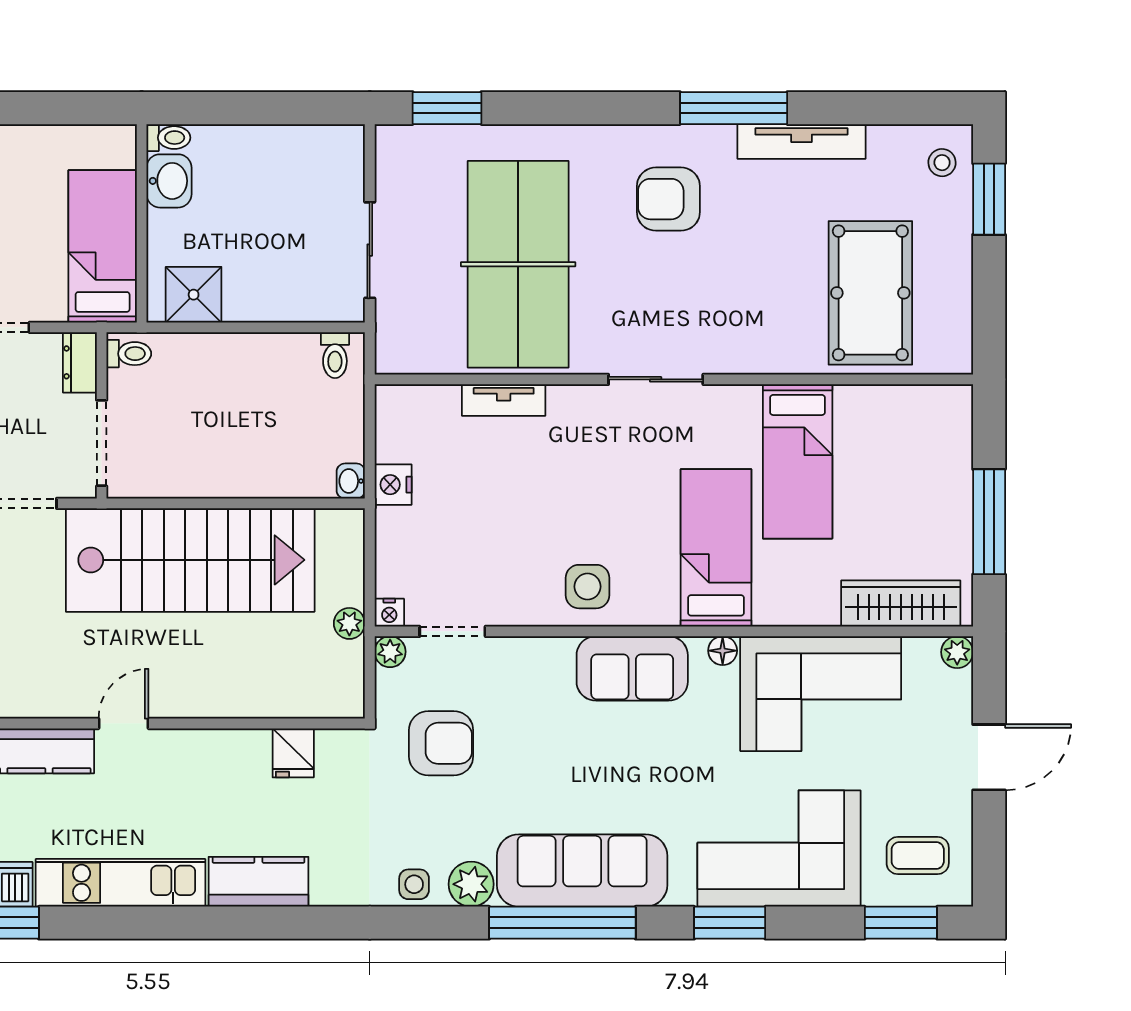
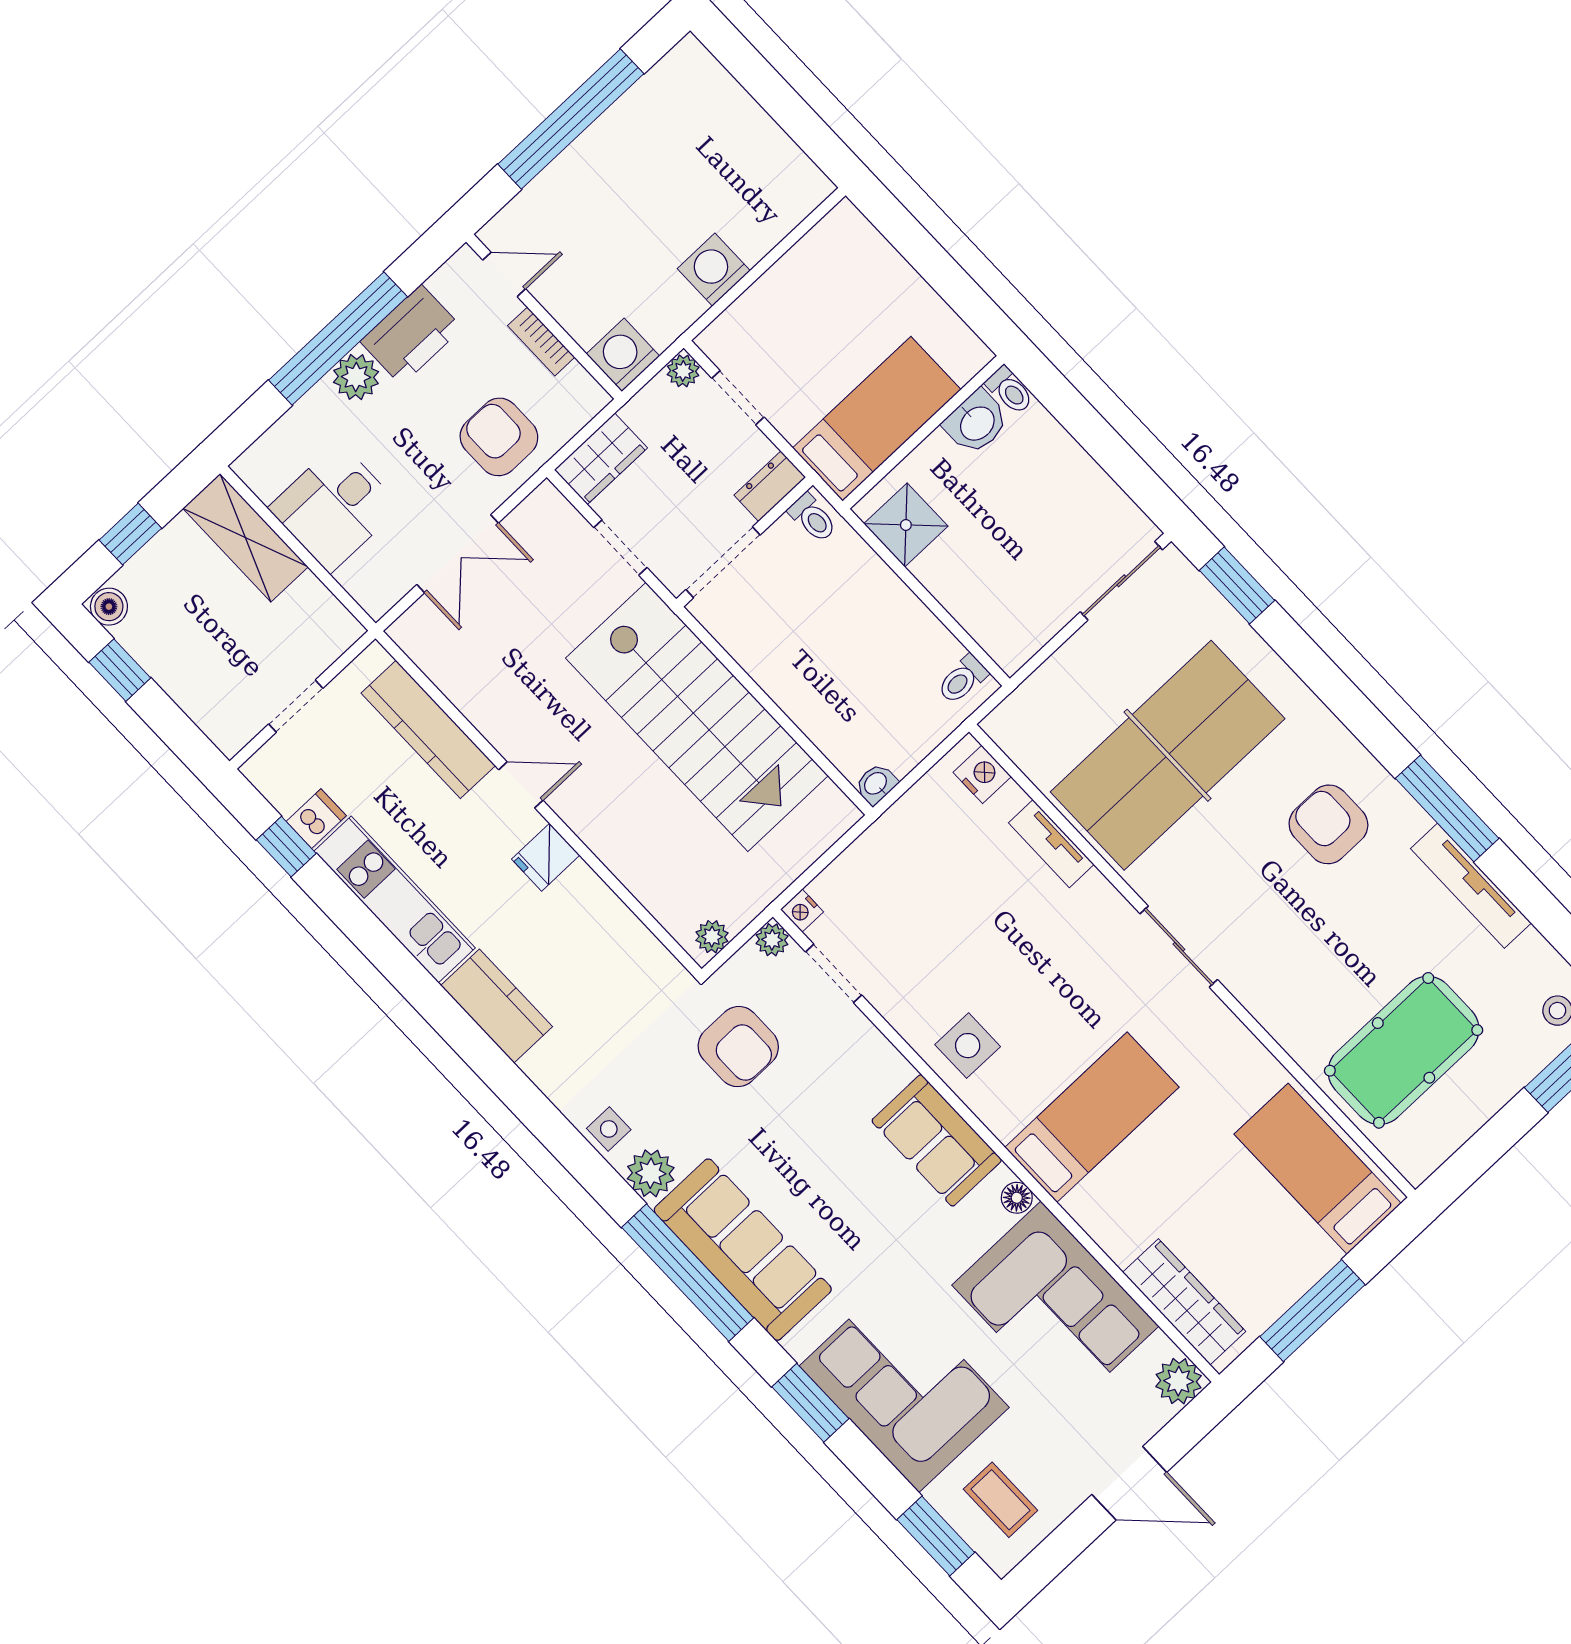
sliding door: (370, 250) -> (1121, 581), moved
bed: (798, 461) -> (1318, 1169), moved, turned 90
nightstand: (393, 485) -> (982, 774), moved, turned 90
plant: (349, 623) -> (712, 937), moved
plant: (957, 652) -> (1179, 1381), width x1.38, depth x1.38
fridge: (293, 753) -> (546, 857), moved

